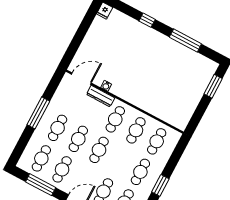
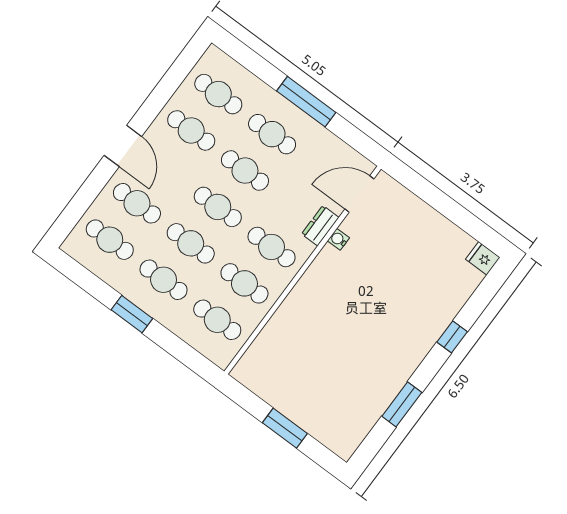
window: (185, 41) -> (402, 404), width x0.69
door: (81, 79) -> (359, 194), swing flipped
window: (213, 86) -> (285, 428), moved
dresser: (101, 96) -> (320, 226), width x0.70
cafe table: (120, 161) -> (191, 243), added
window: (41, 185) -> (168, 85), removed

